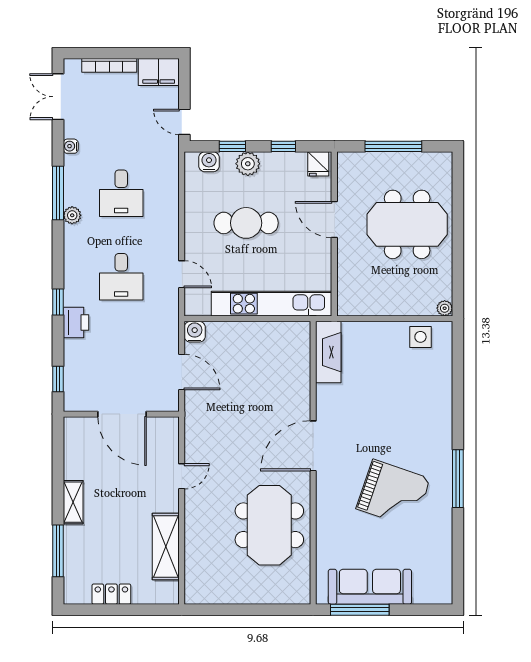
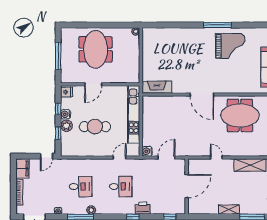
water cooler: (209, 162) -> (66, 114), moved
cafe table: (246, 223) -> (95, 127), turned 90
side table: (420, 337) -> (150, 43), removed
grand piano: (393, 494) -> (230, 46), moved, turned 71

